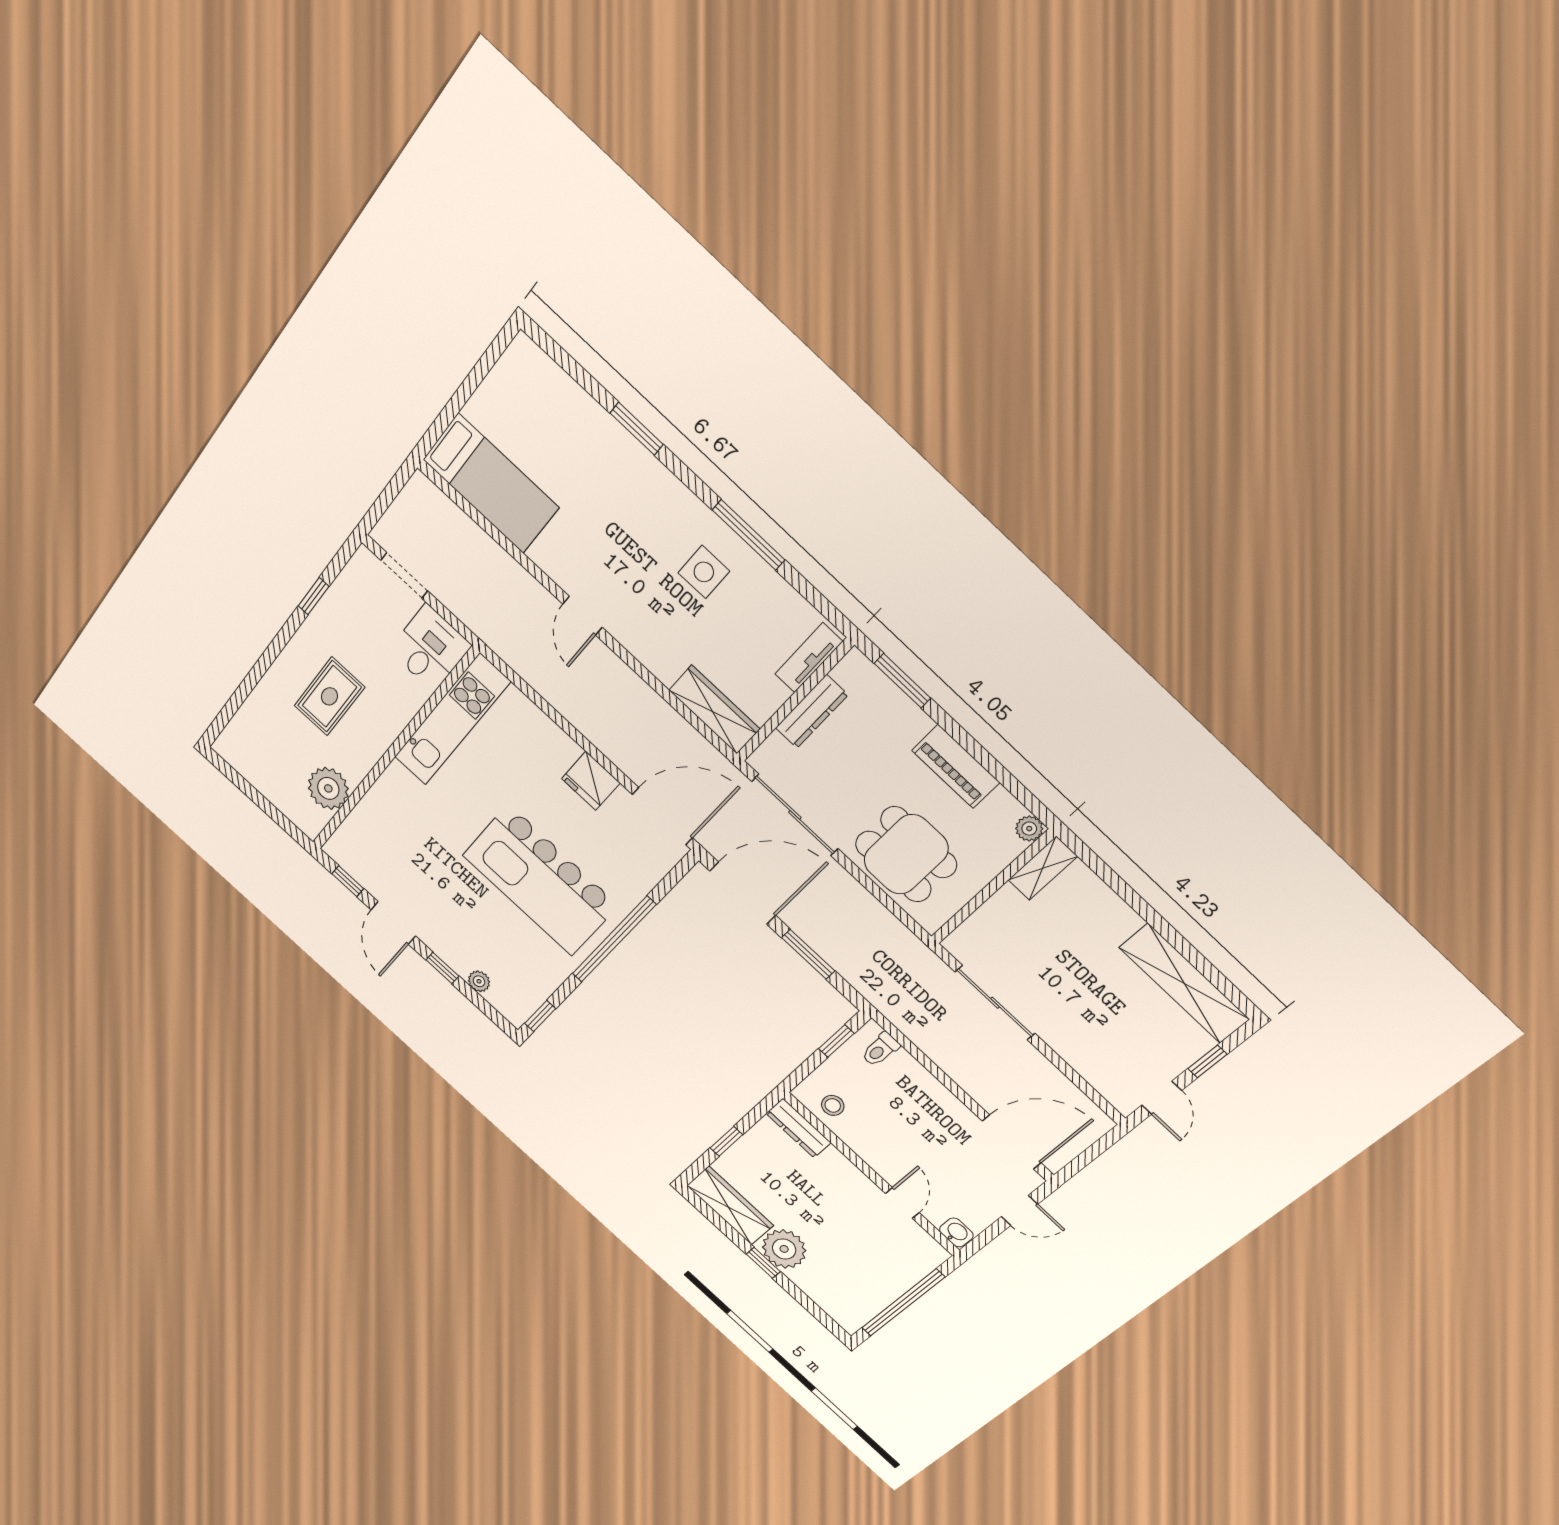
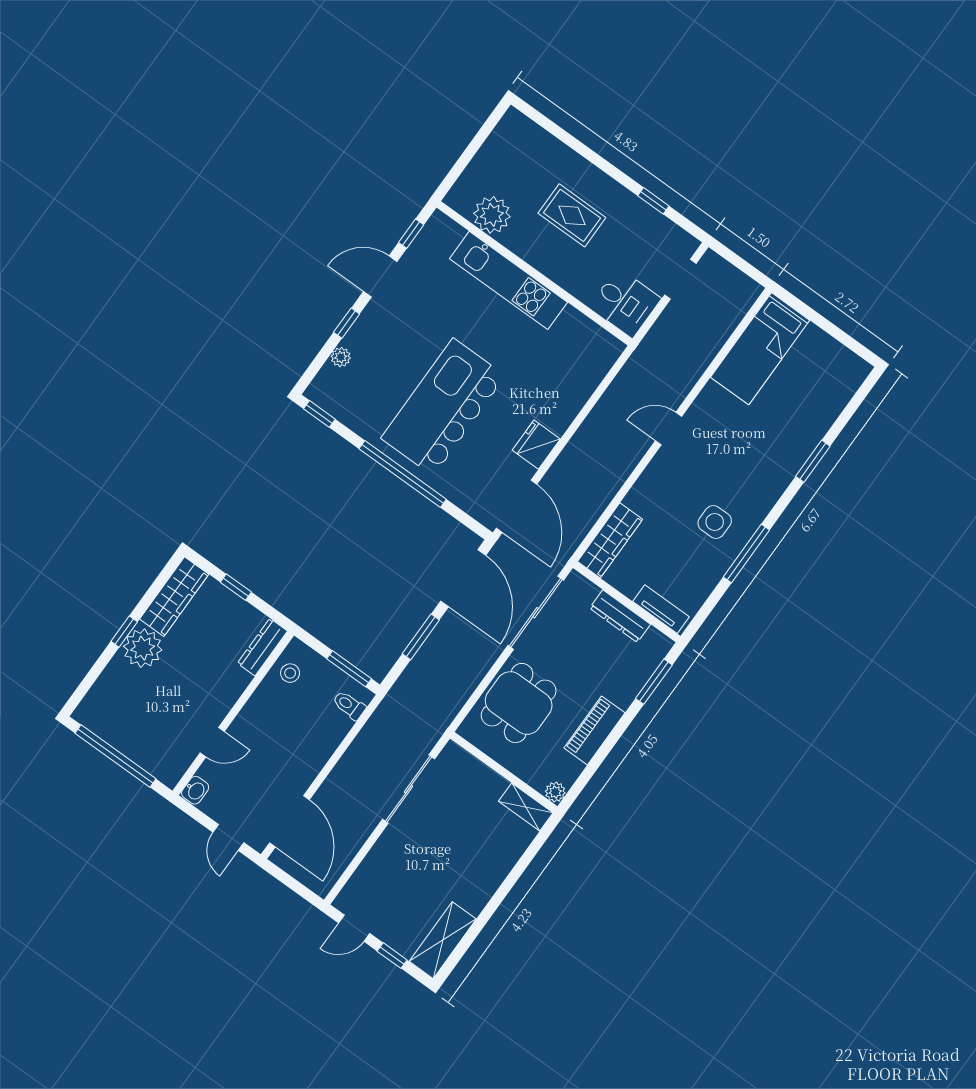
kitchen unit: (452, 720) -> (508, 280), moved
shelving: (1184, 983) -> (443, 940), width x0.68
window: (836, 1041) -> (349, 669), width x1.50

